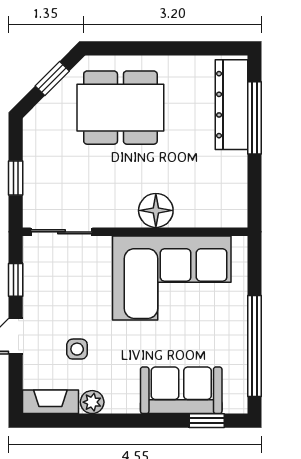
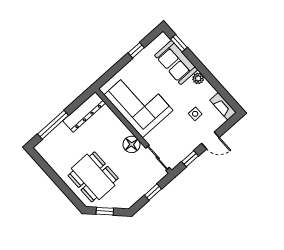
dresser: (232, 105) -> (84, 112), moved
floor lamp: (156, 210) -> (132, 144), moved
window: (254, 346) -> (136, 50), width x0.32
plant: (92, 402) -> (198, 78), moved

